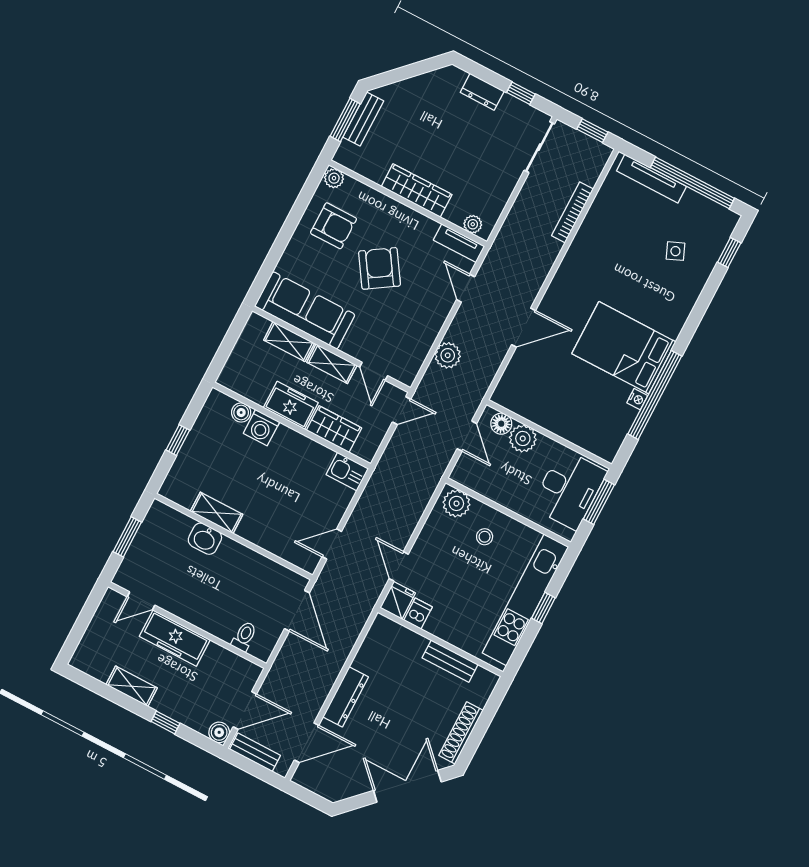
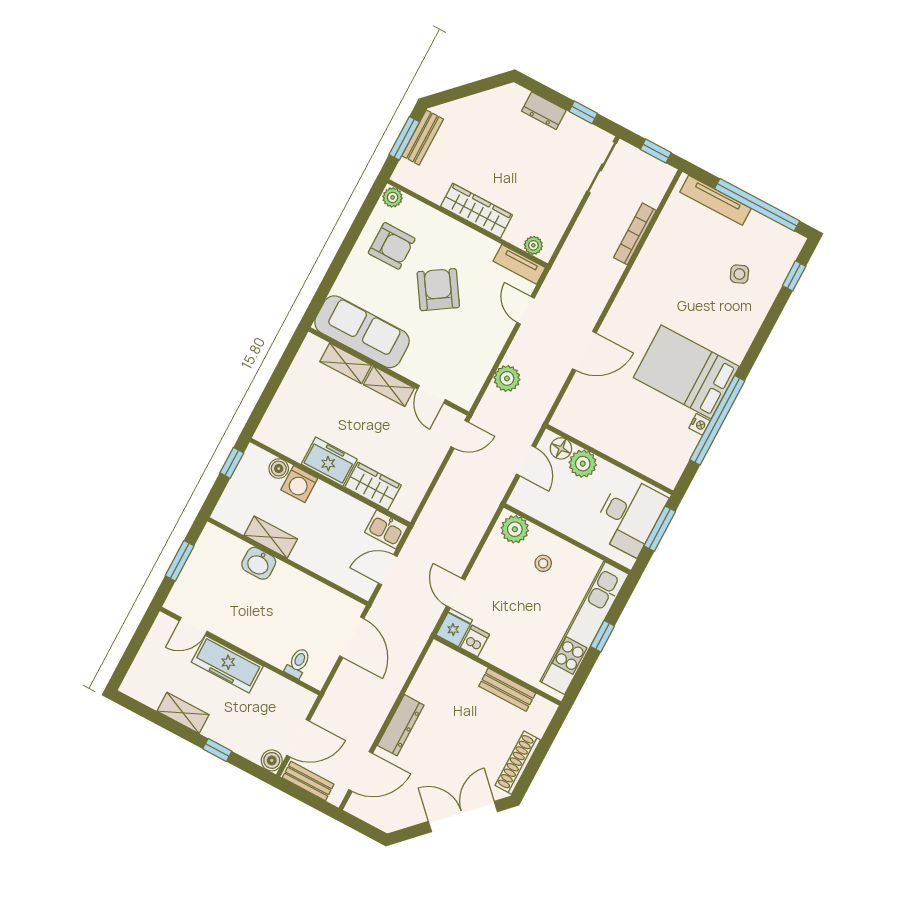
freezer: (291, 405) -> (329, 462), moved
boiler: (241, 412) -> (279, 469), moved
wall: (292, 425) -> (330, 482), moved
washing machine: (261, 428) -> (299, 484), moved
wardrobe: (334, 429) -> (373, 486), moved
kitchen sink: (347, 472) -> (386, 529), moved

